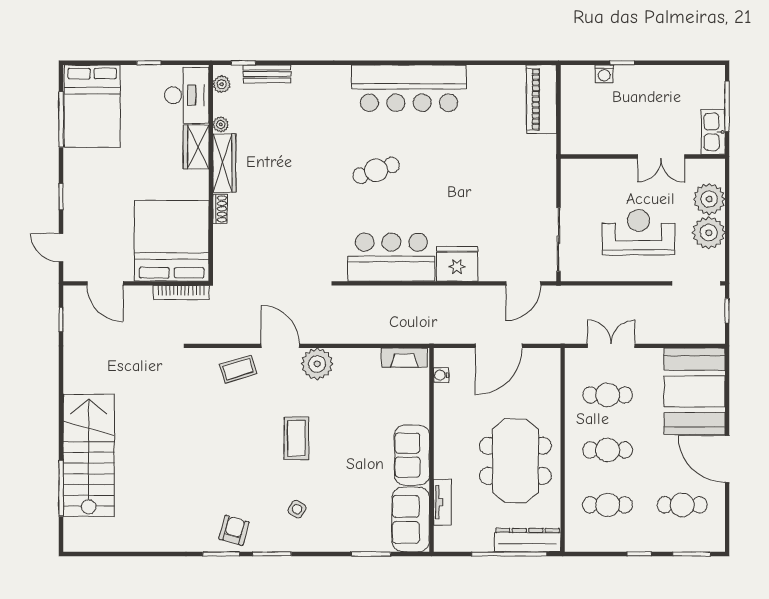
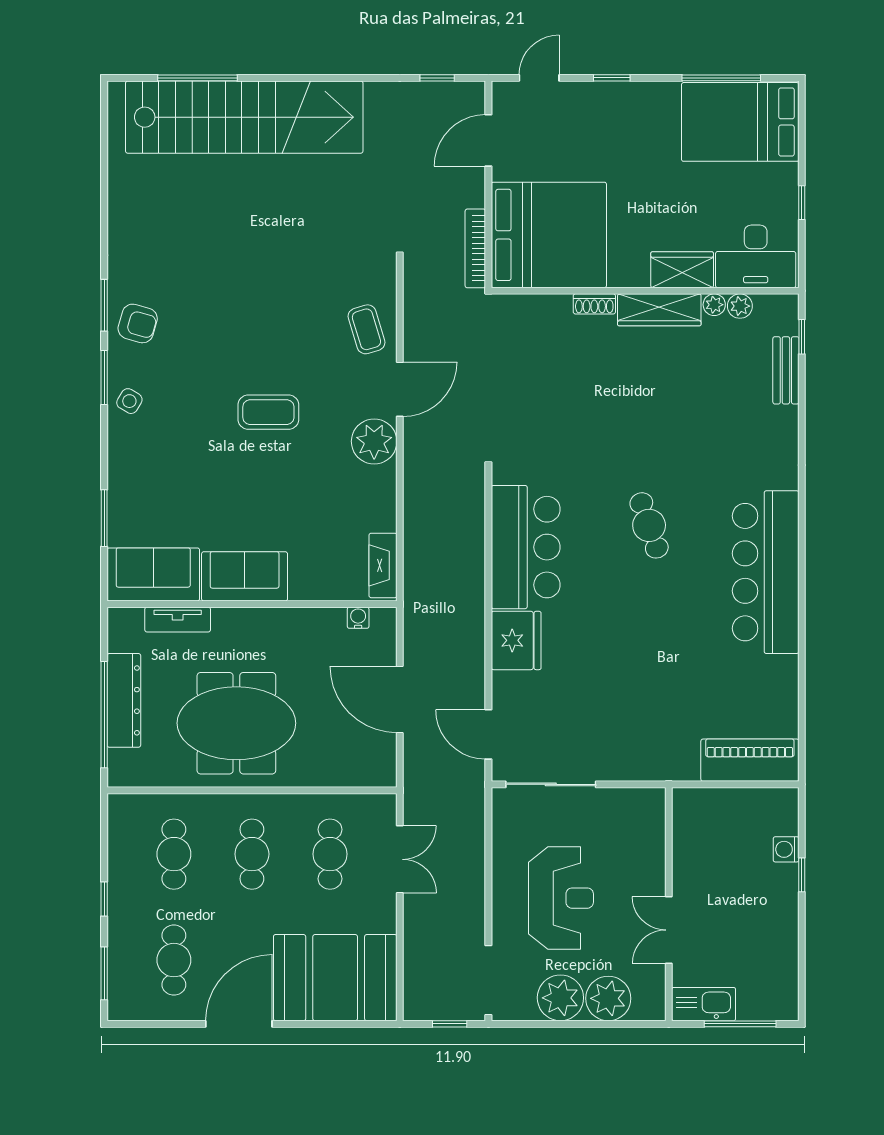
plant: (222, 84) -> (740, 306), moved
stairs: (89, 455) -> (244, 117), width x1.36
side table: (297, 509) -> (129, 401), moved
dresser: (528, 540) -> (124, 700), moved

